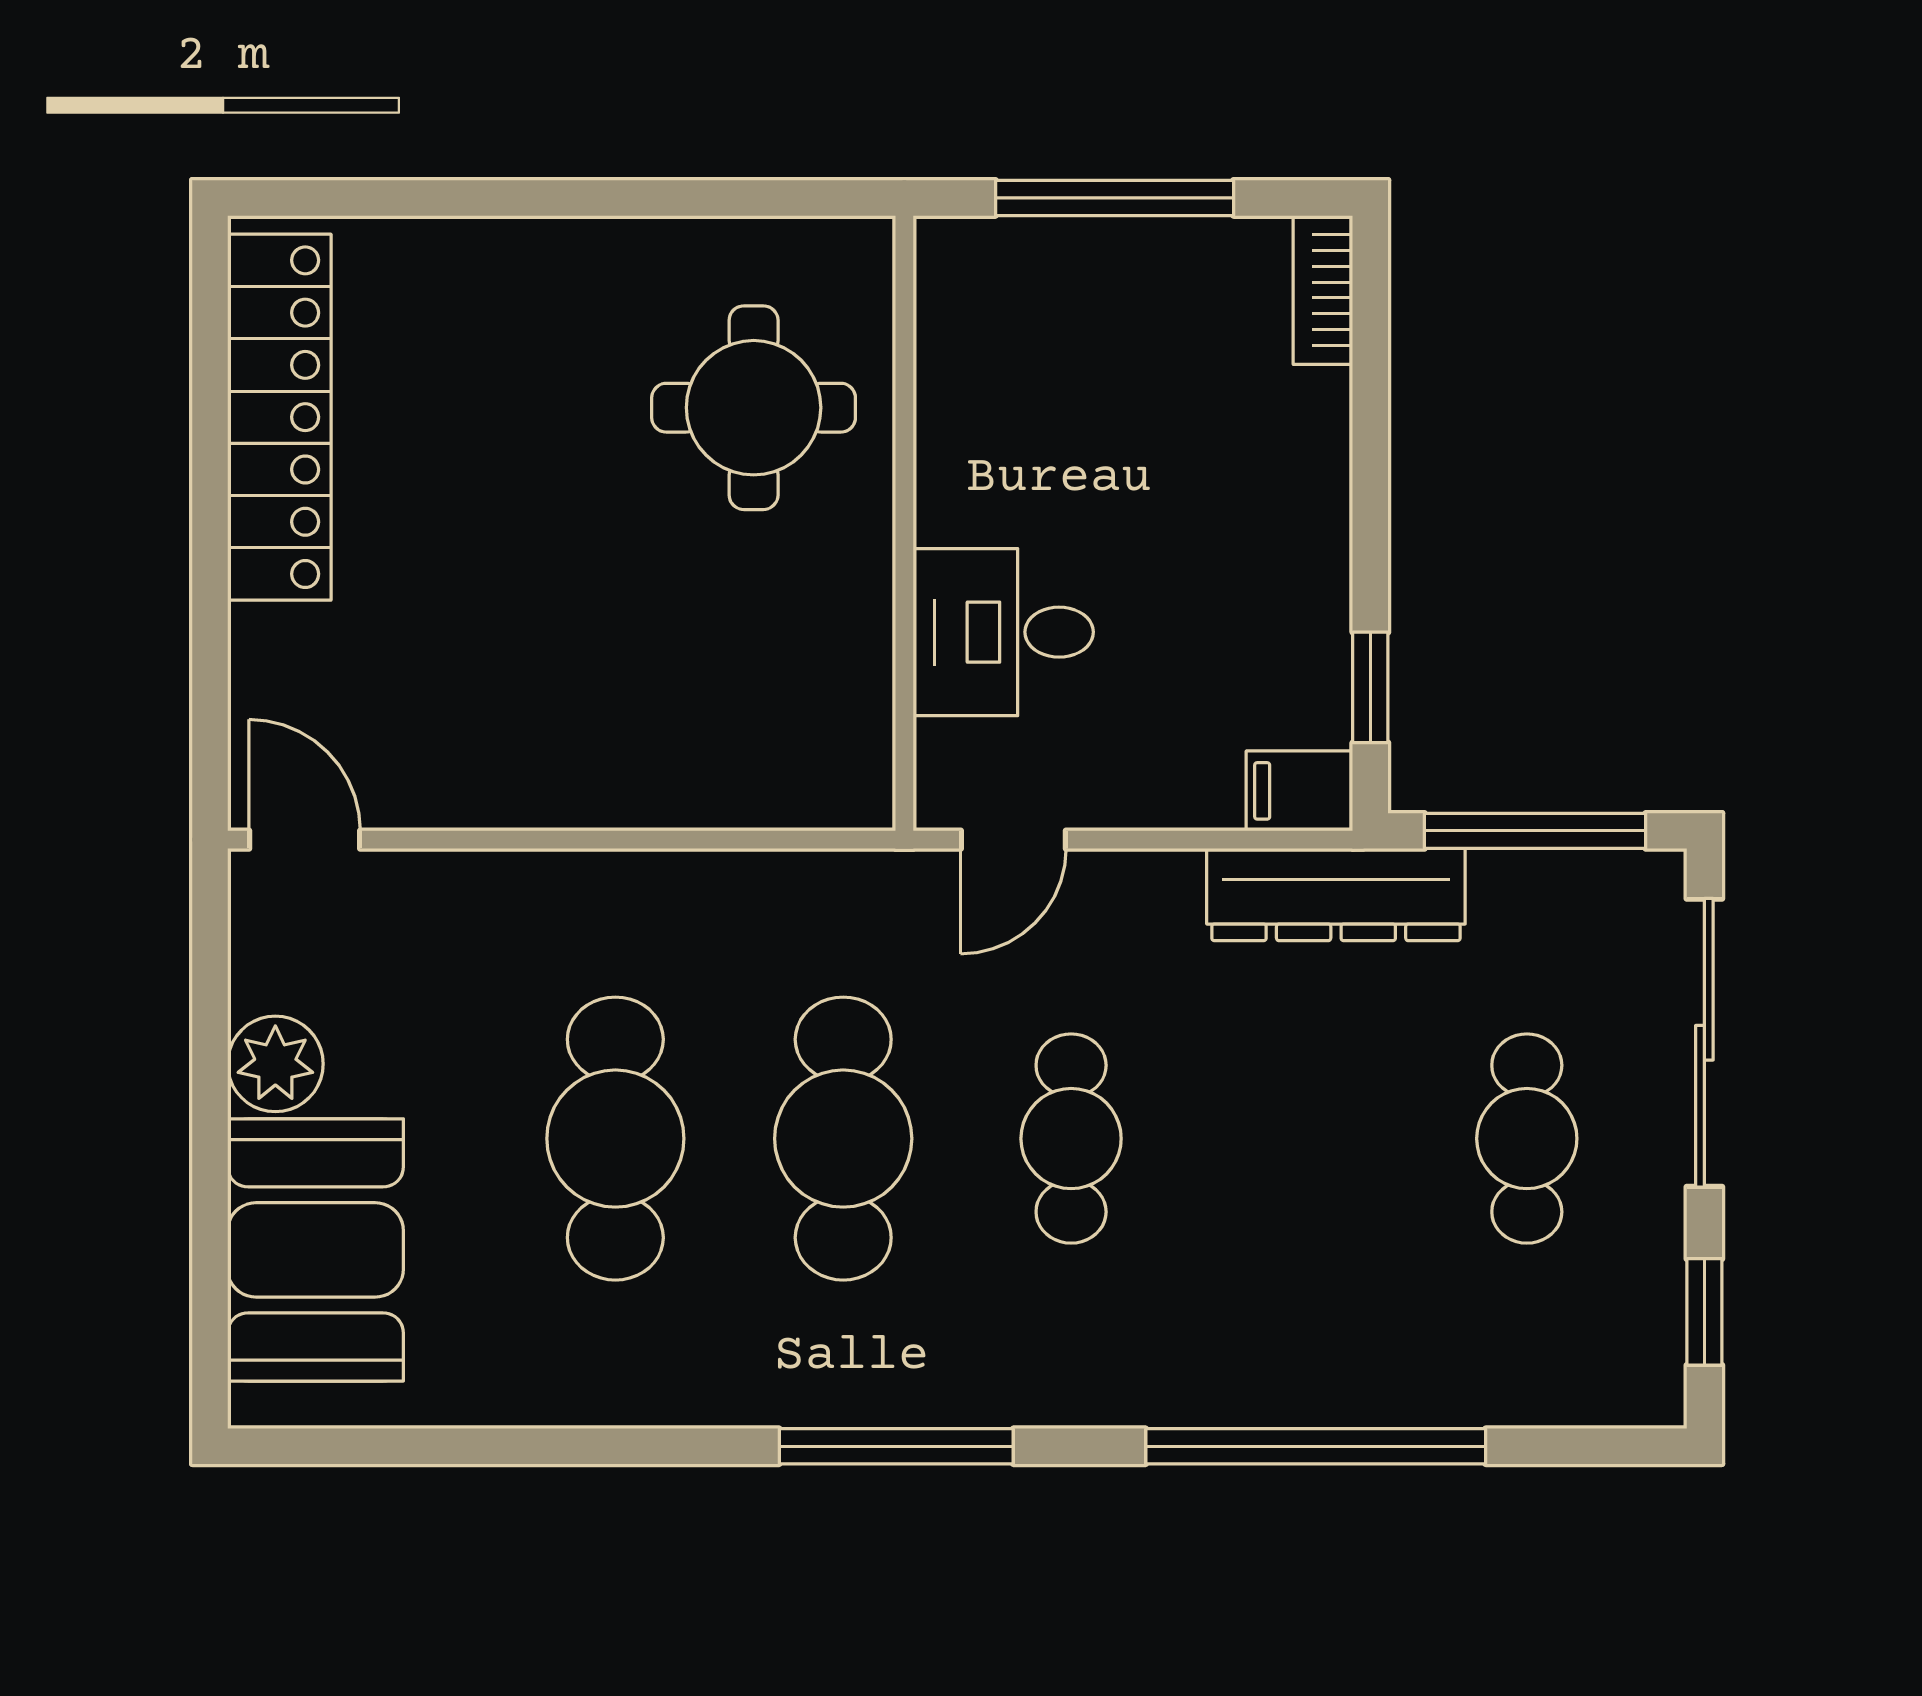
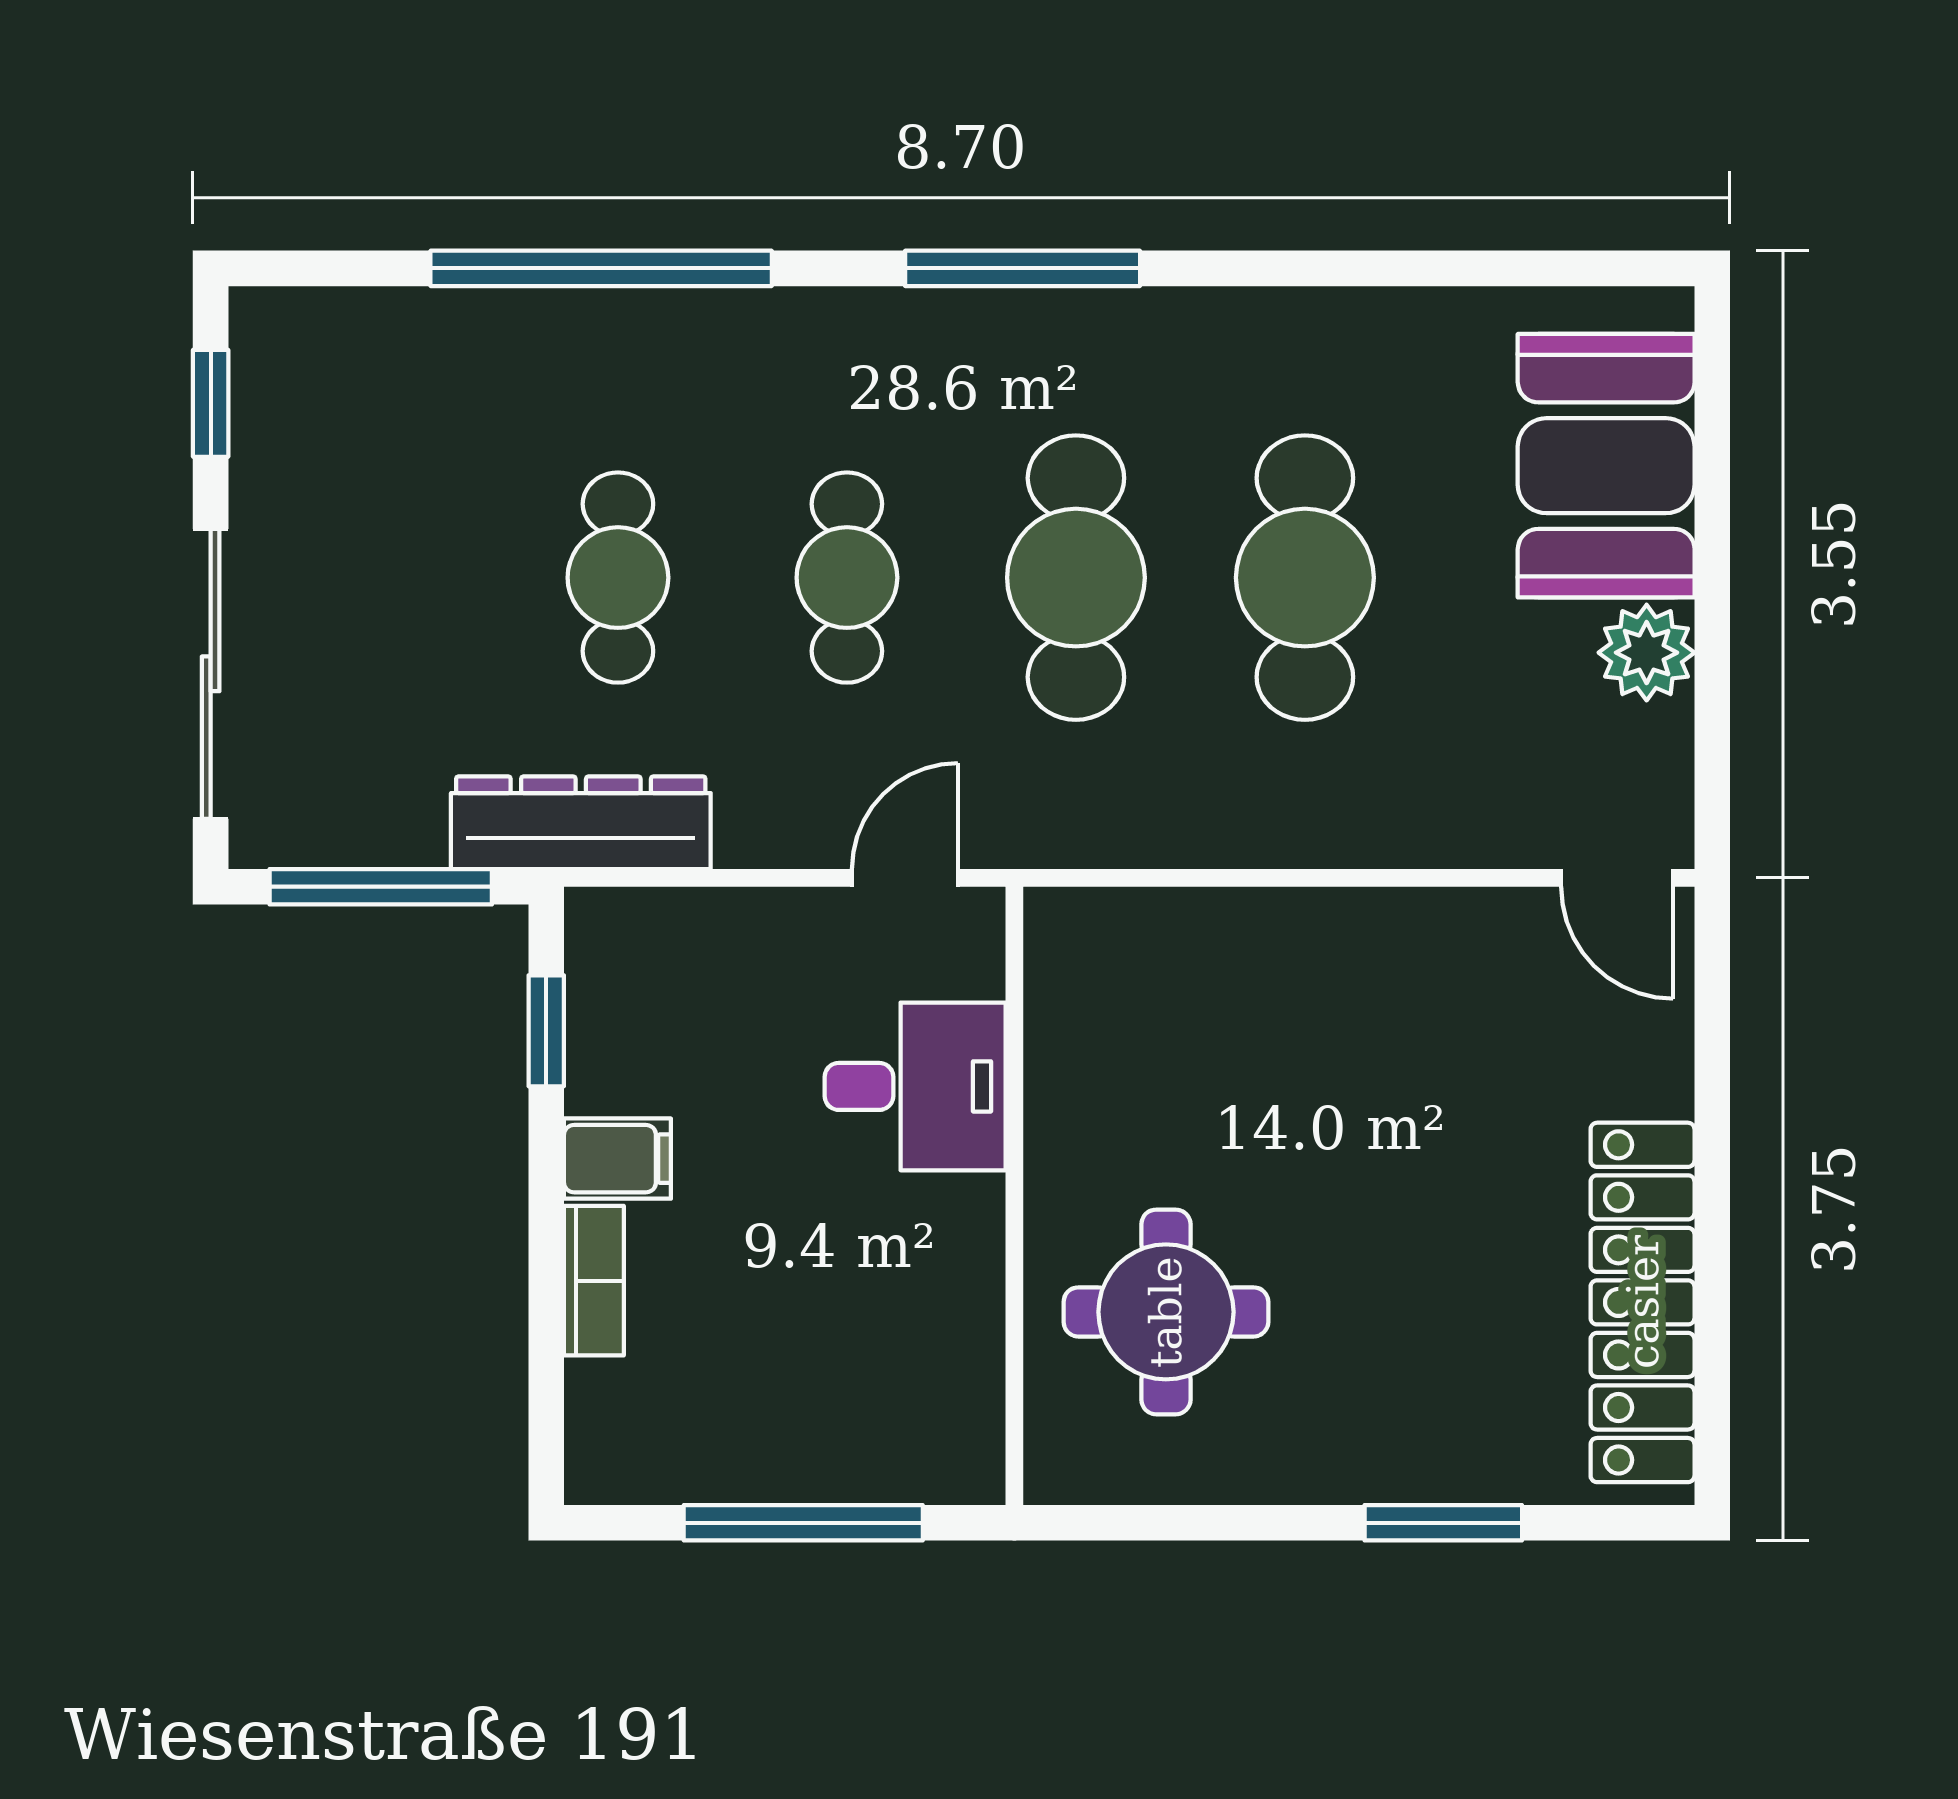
window: (478, 198) -> (1443, 1523), added
bookcase: (1323, 290) -> (594, 1281), moved
filing cabinet: (1299, 791) -> (617, 1159), moved
cafe table: (1527, 1139) -> (618, 578), moved

